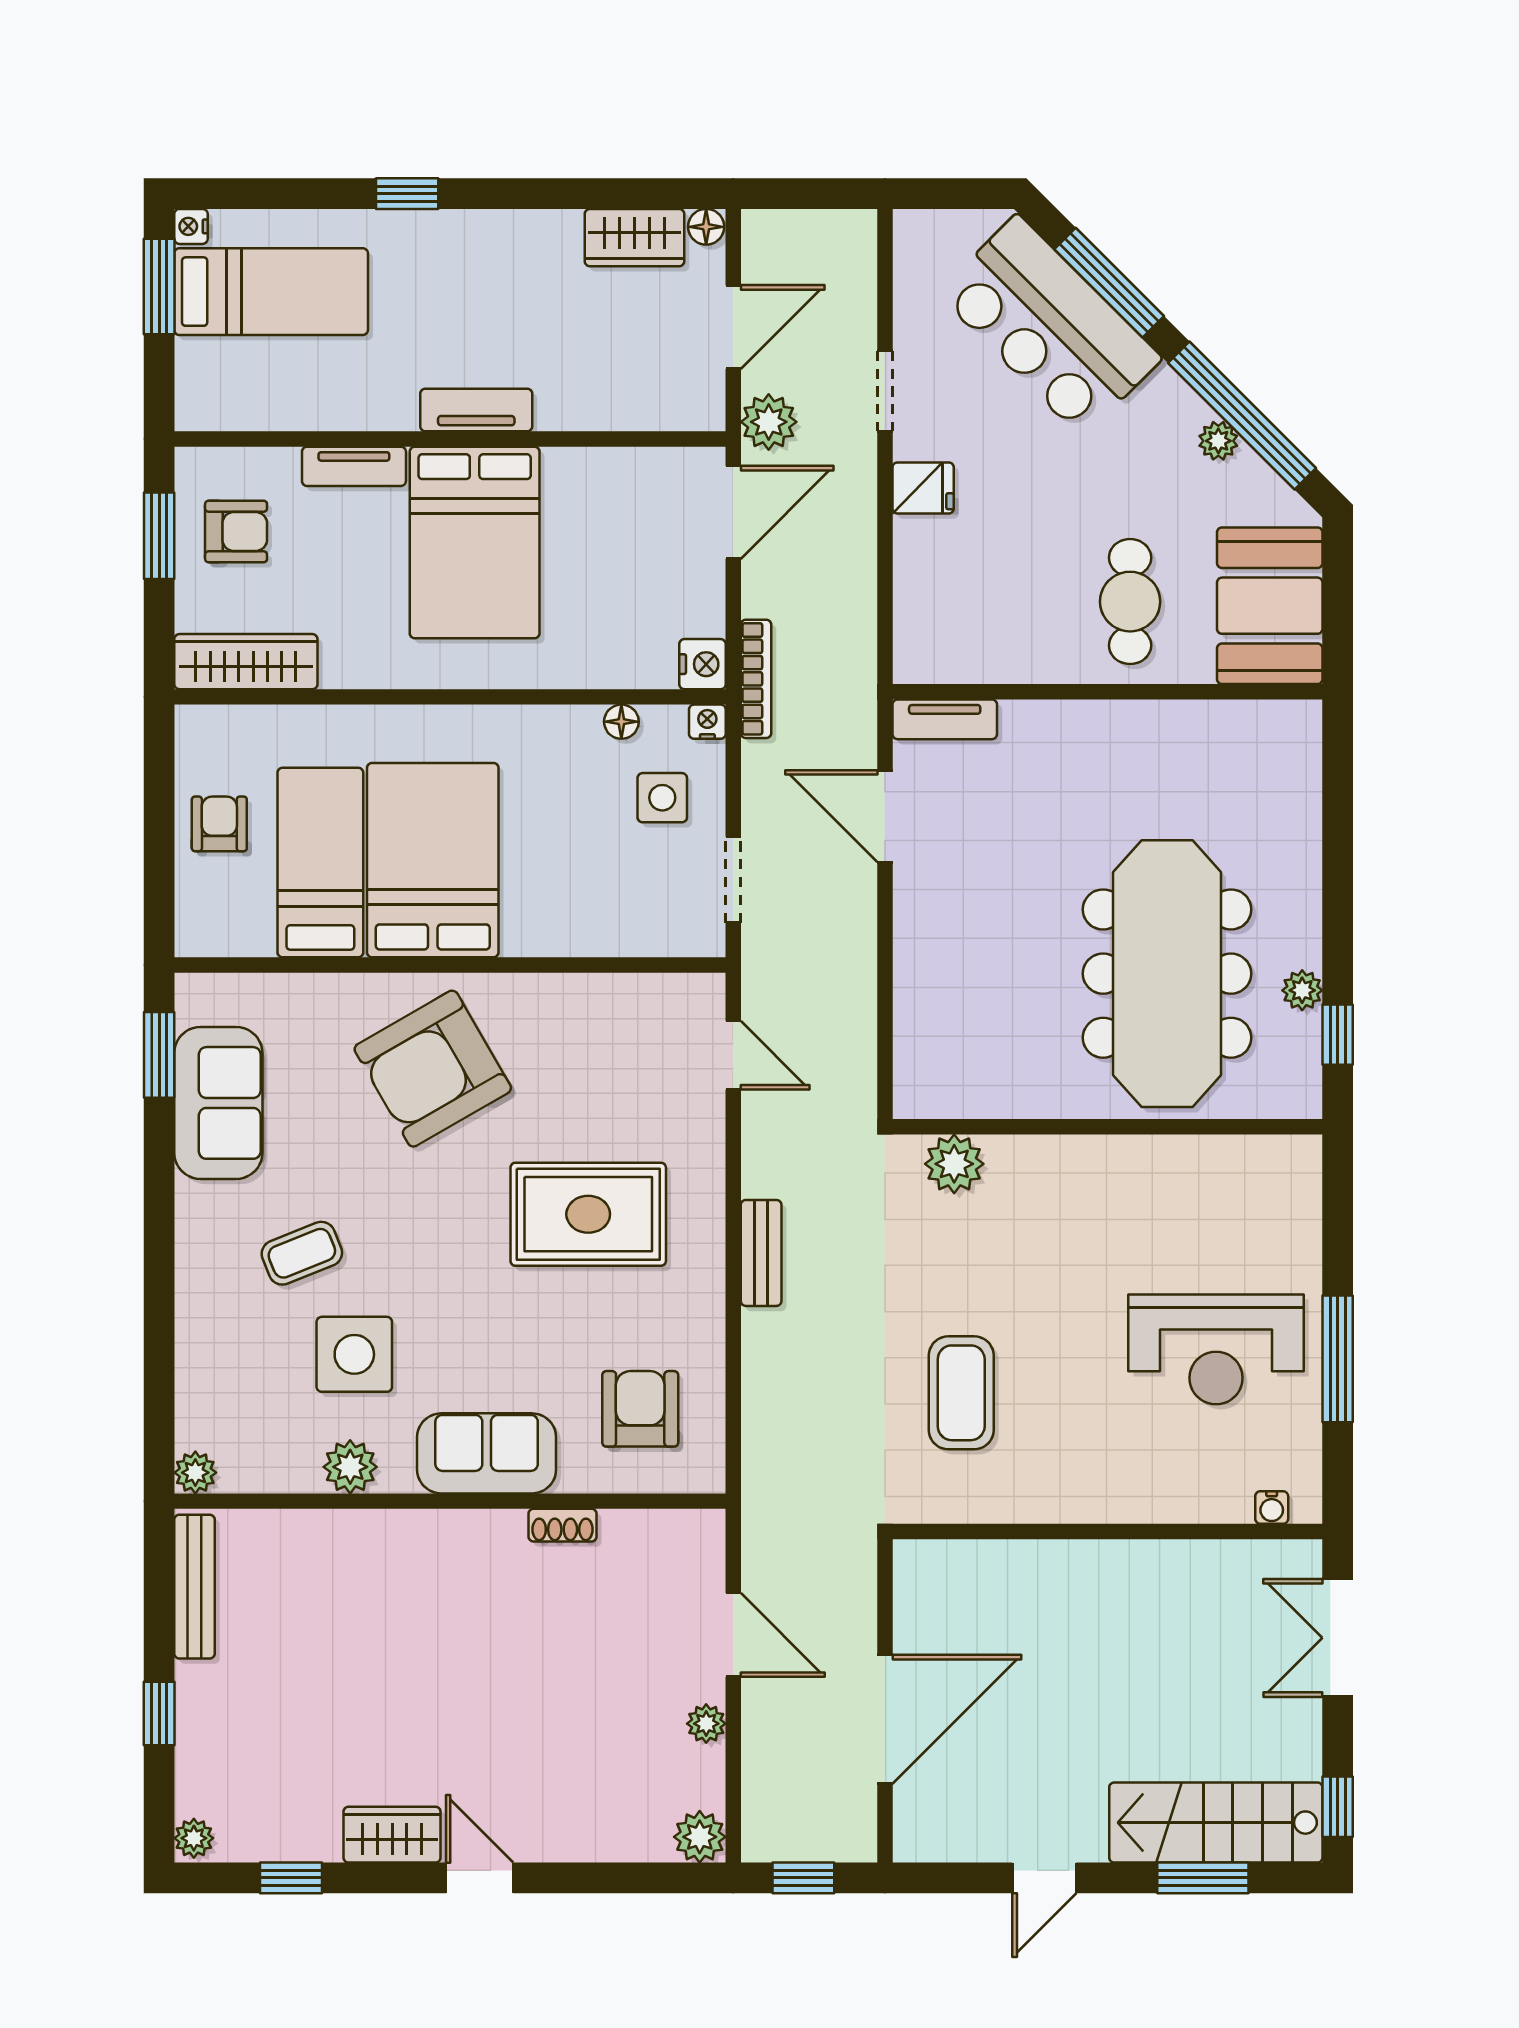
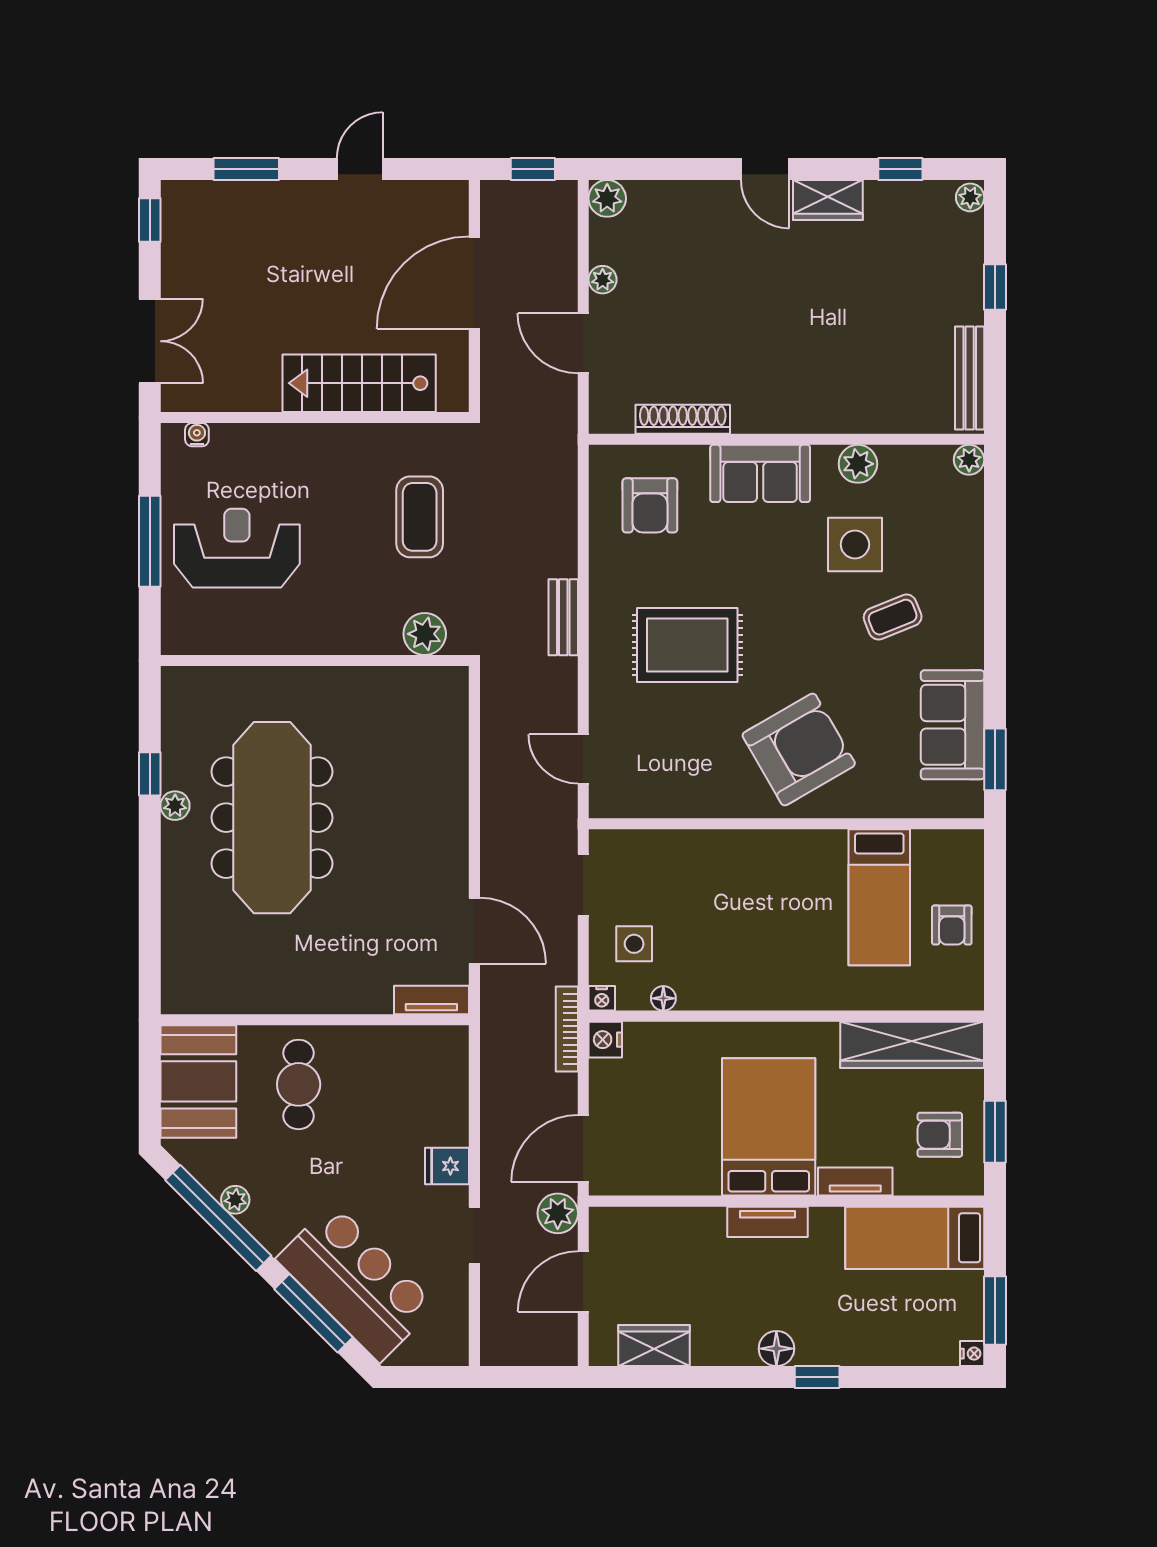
floor lamp: (706, 227) -> (776, 1349), moved, width x1.37, depth x1.37
bed: (271, 292) -> (915, 1238), moved
wardrobe: (246, 662) -> (912, 1045), width x1.40, depth x1.17
bed: (433, 860) -> (799, 899), removed
wall: (1107, 1127) -> (315, 661), moved
plant: (954, 1164) -> (425, 634), moved
shoe rack: (563, 1525) -> (683, 419), width x1.94, depth x1.24
stairs: (1216, 1823) -> (359, 383), moved, turned 180

